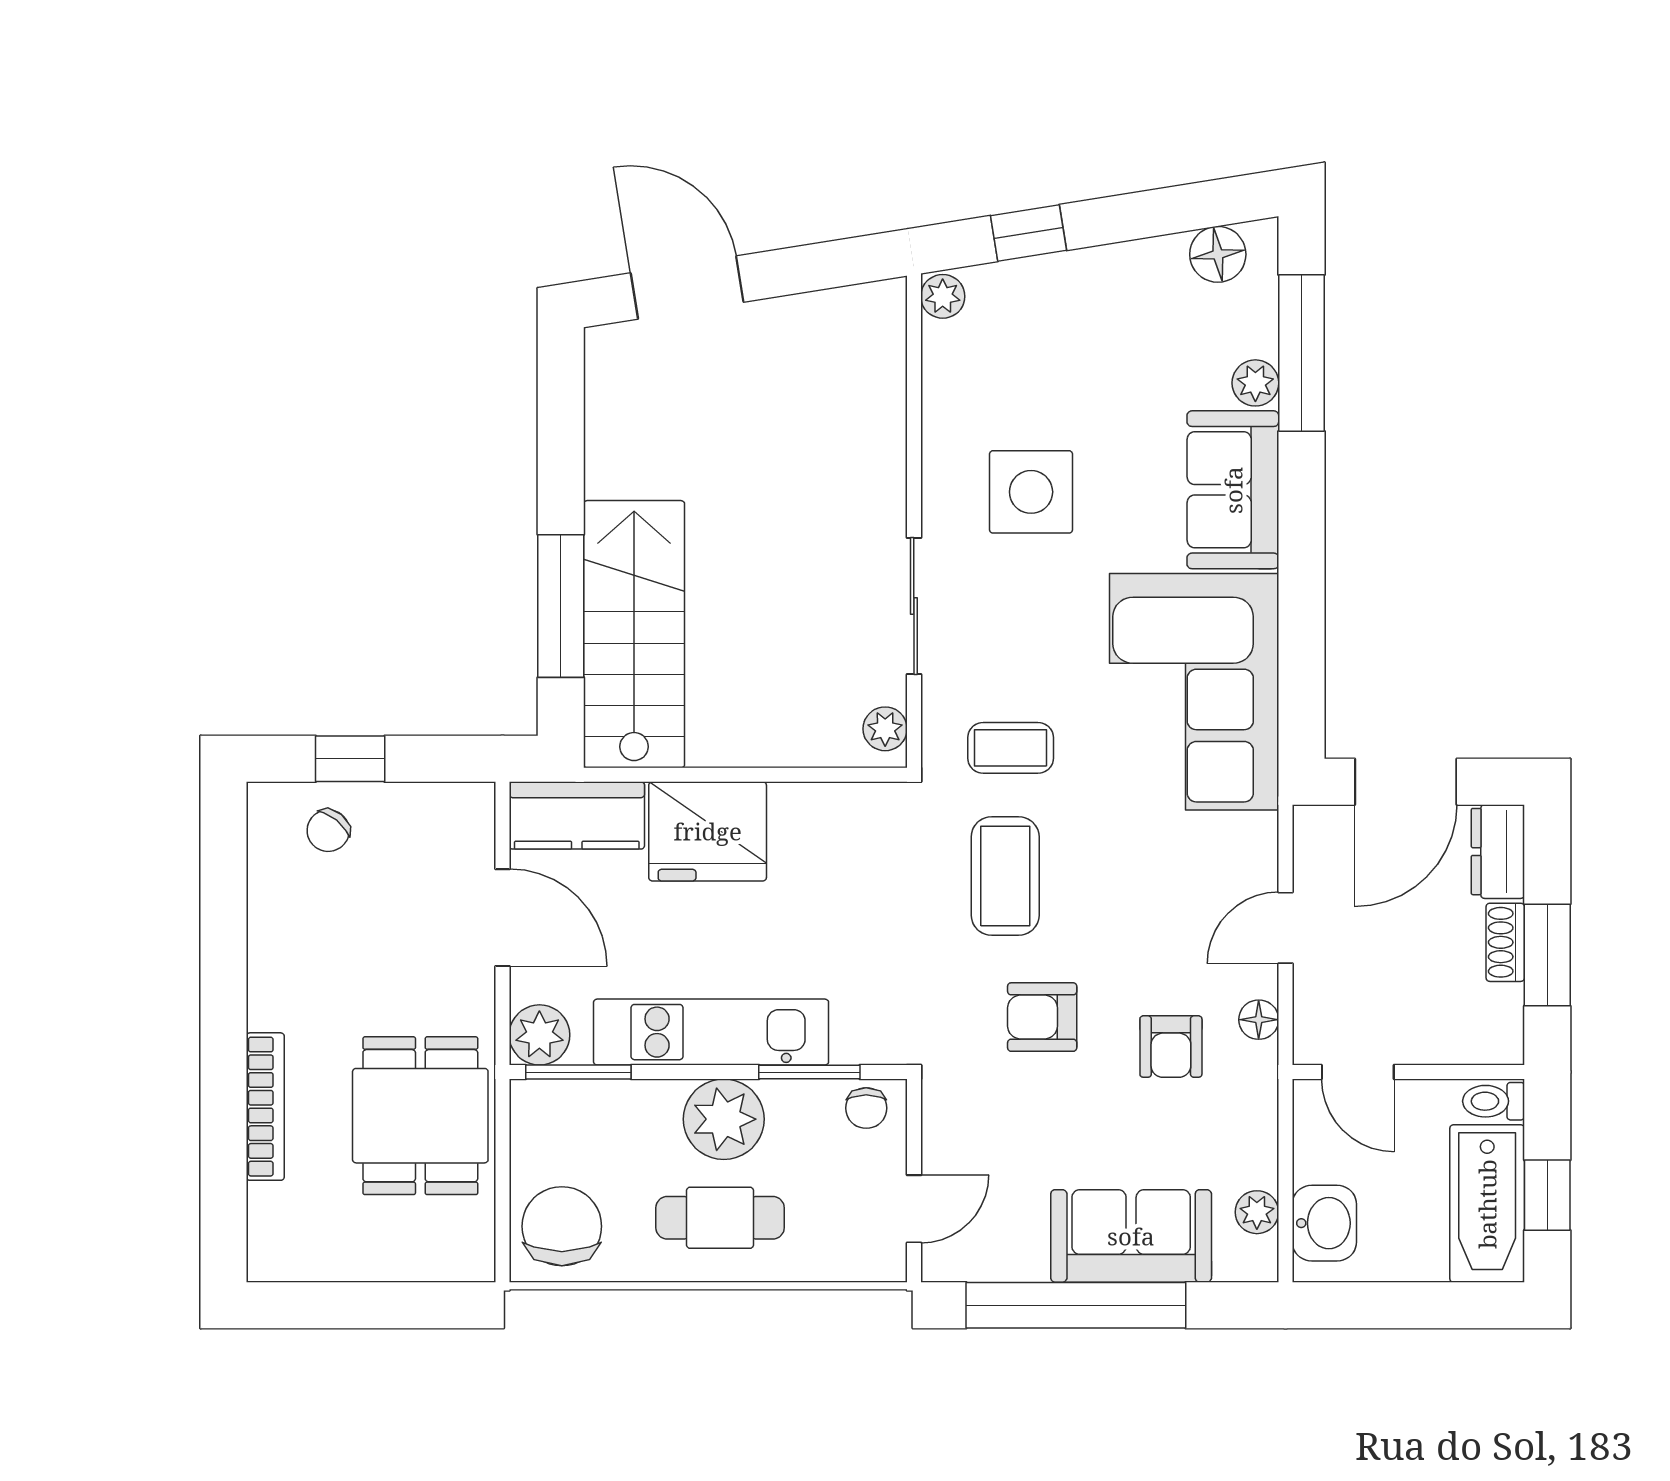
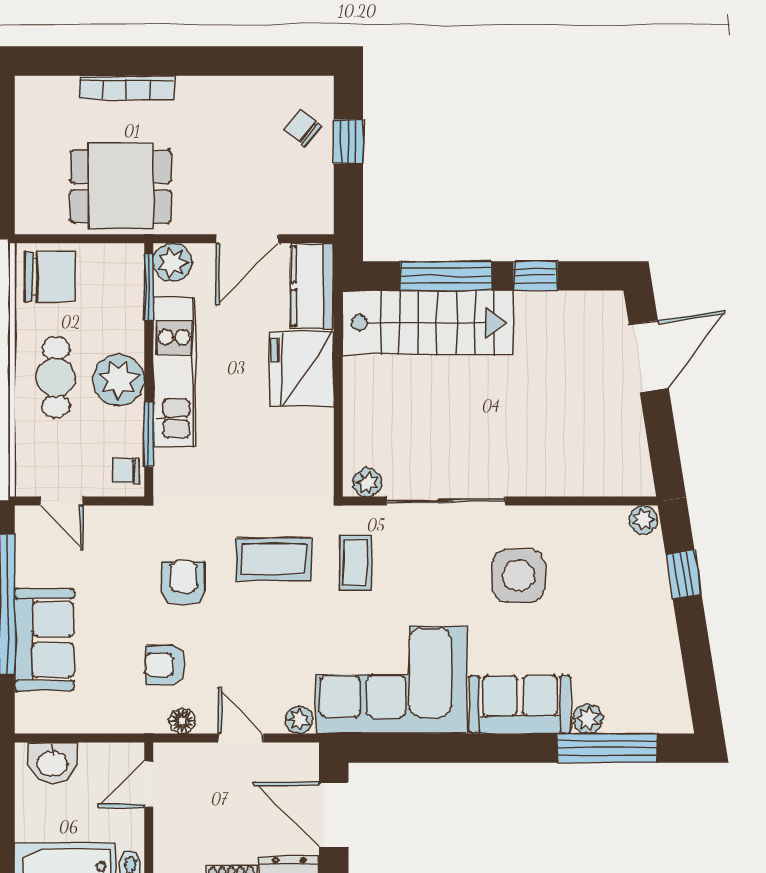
floor lamp: (1218, 254) -> (670, 695), removed
window: (561, 465) -> (536, 276), added
sliding door: (914, 606) -> (446, 501), width x1.37
plant: (1257, 1212) -> (299, 720), moved

